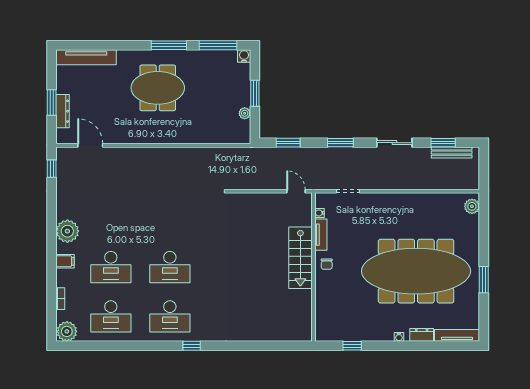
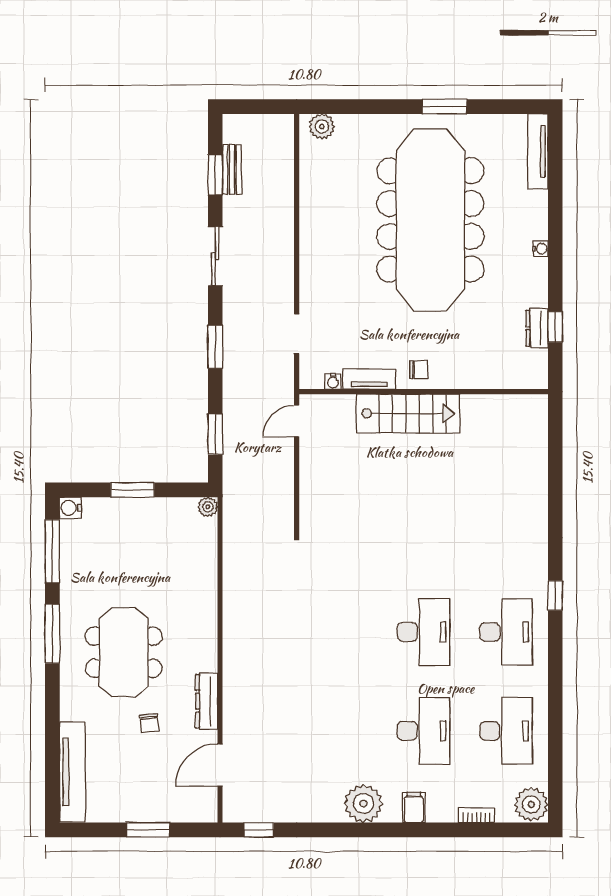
chair: (115, 103) -> (149, 723), added
dresser: (62, 111) -> (207, 701), moved, turned -90
plant: (245, 113) -> (208, 507), moved
bench: (452, 153) -> (232, 169), width x0.73
dresser: (422, 335) -> (537, 328), moved

